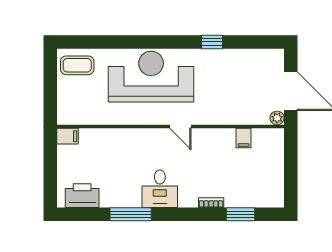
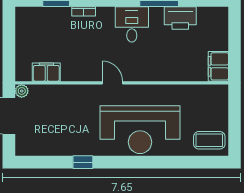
filing cabinet: (68, 136) -> (218, 66), width x2.00
filing cabinet: (244, 138) -> (46, 72), width x2.00
printer: (82, 196) -> (180, 18), moved

